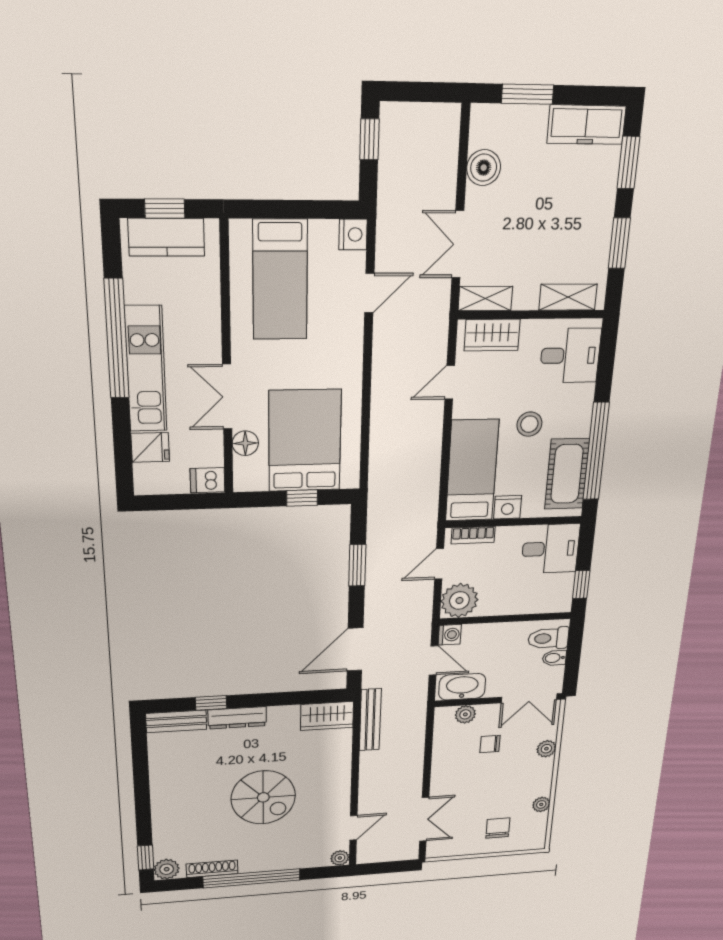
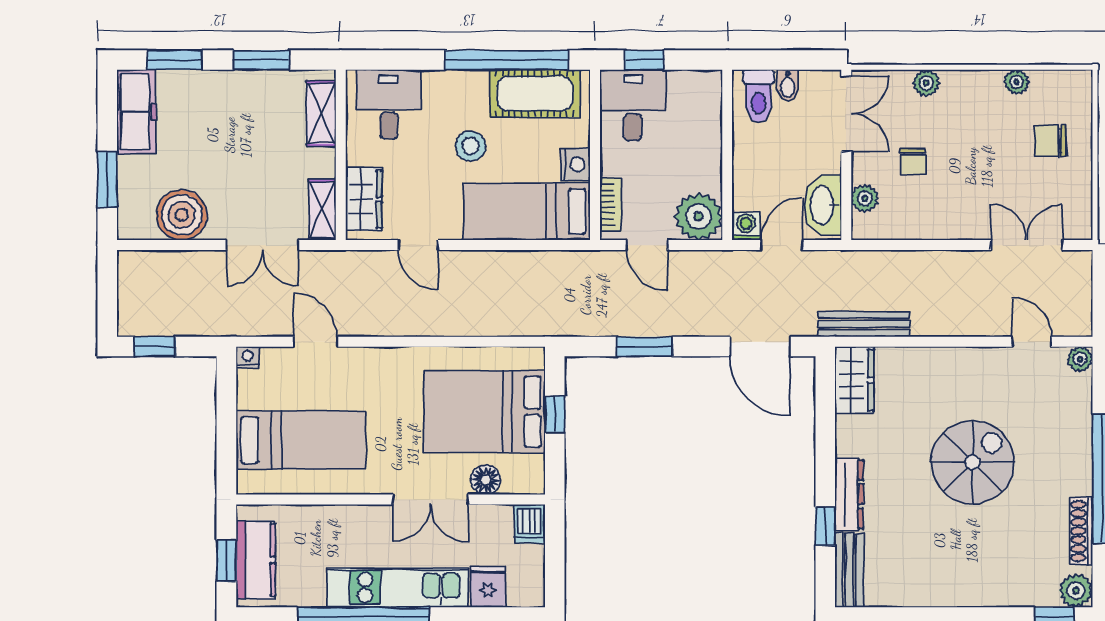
boiler: (484, 168) -> (182, 215), width x1.37, depth x1.37
nightstand: (353, 234) -> (248, 358), width x0.72, depth x0.74
window: (581, 585) -> (644, 60), moved

